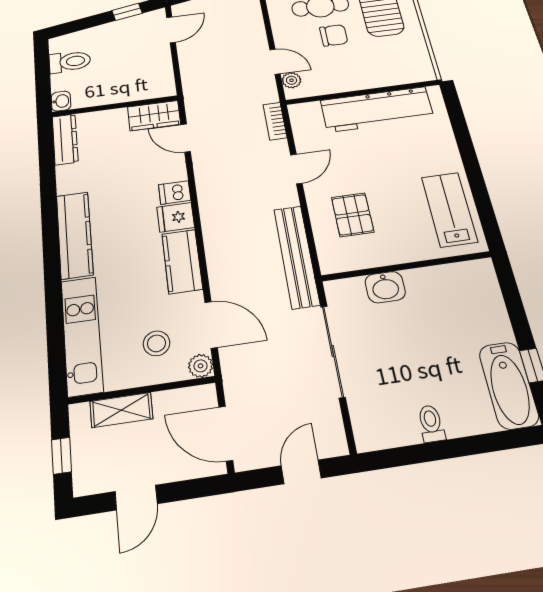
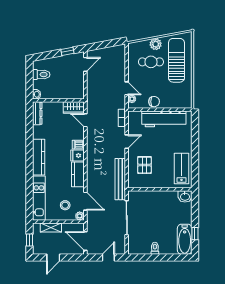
chair: (334, 35) -> (154, 102), moved
washbasin: (385, 287) -> (185, 196), moved

